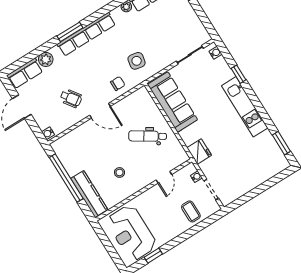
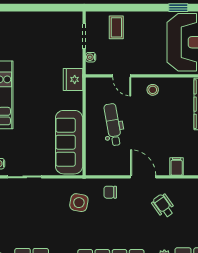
filing cabinet: (80, 134) -> (177, 166), added
dental chair: (148, 136) -> (113, 125), turned -133
stool: (119, 172) -> (153, 90), moved
door: (164, 177) -> (122, 76), swing flipped

